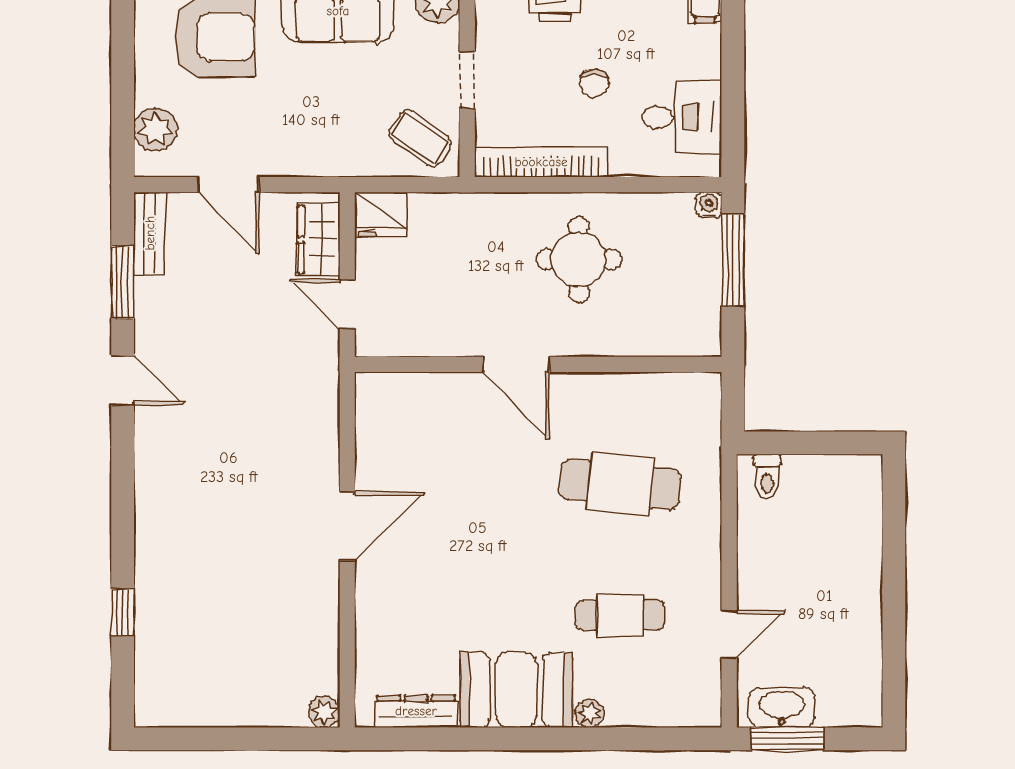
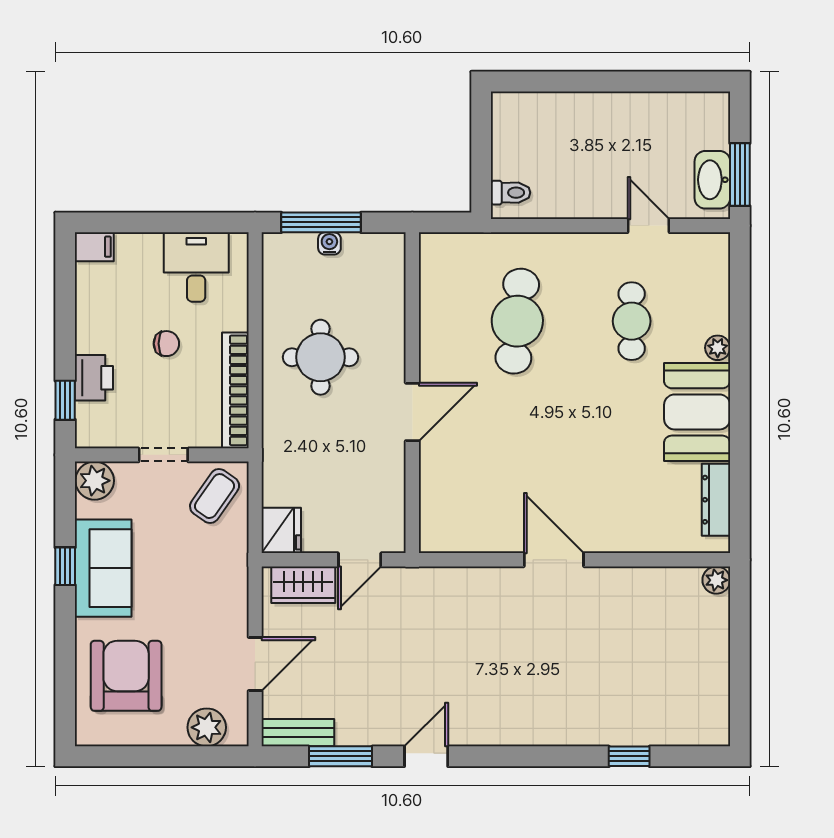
water cooler: (709, 205) -> (329, 243), moved, turned 90

